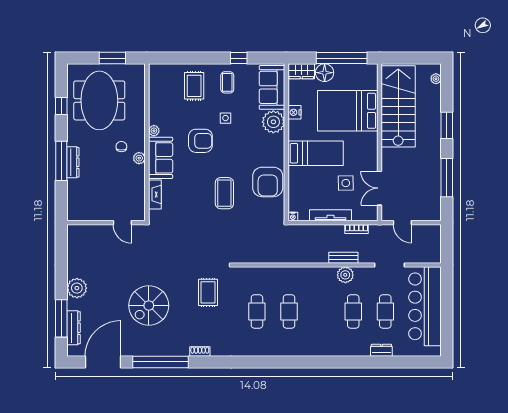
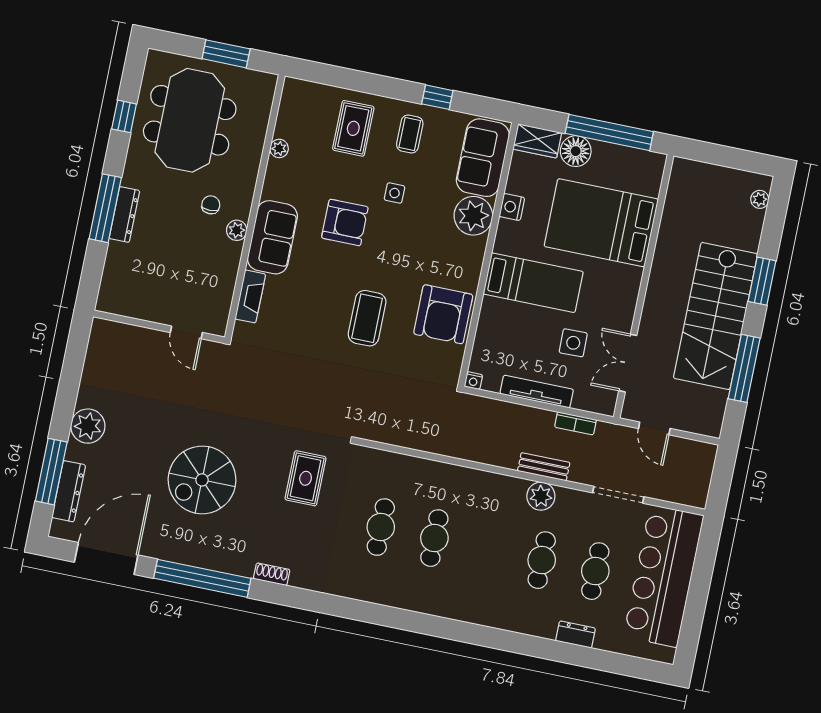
stairs: (398, 106) -> (715, 316), moved, turned 180
plant: (154, 131) -> (279, 148), moved

